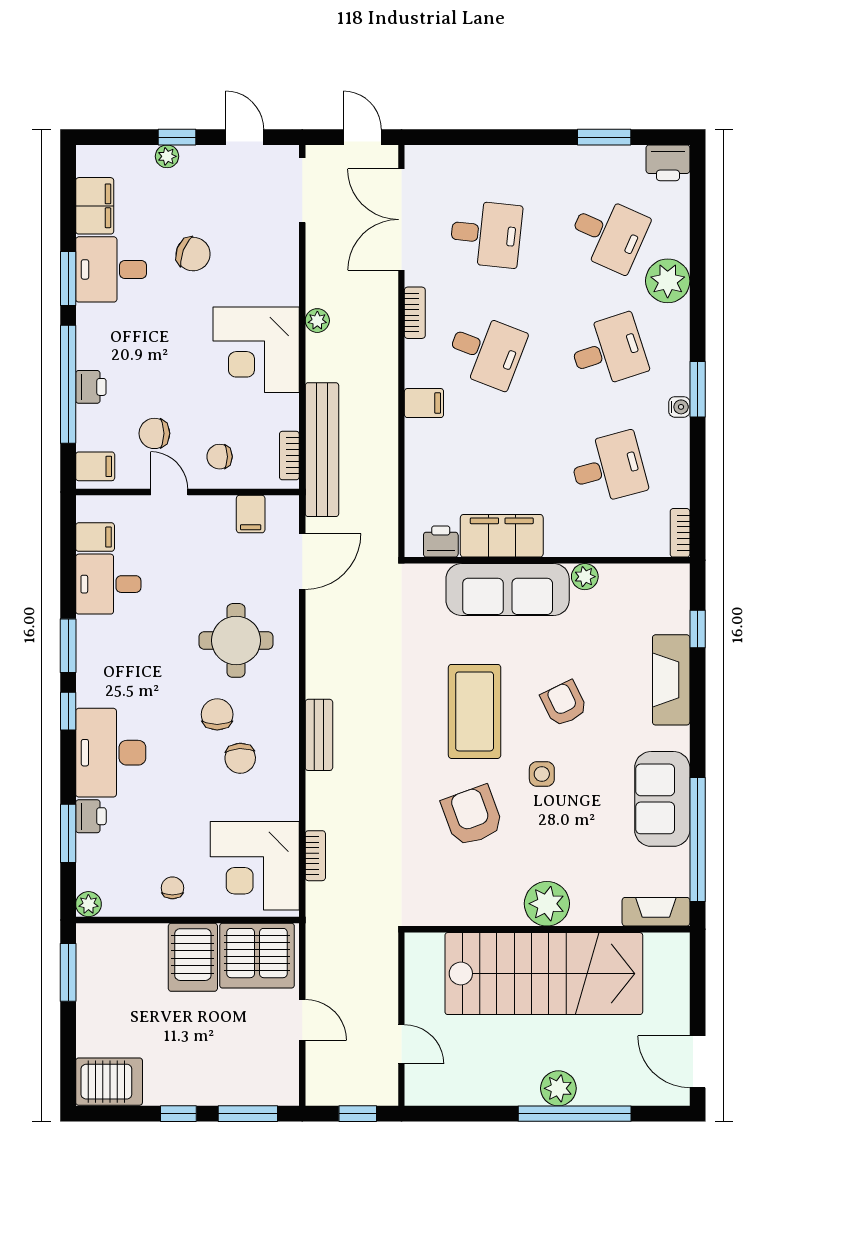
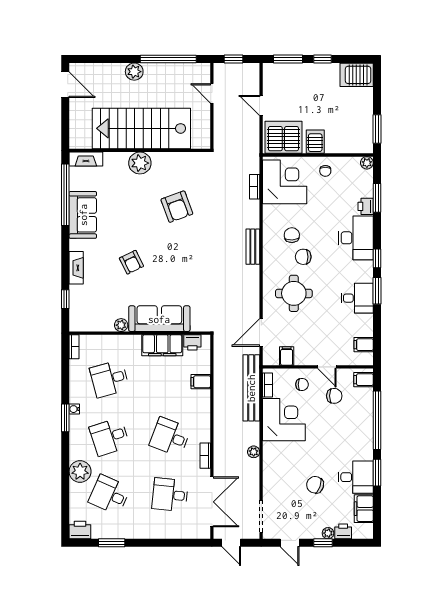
corner desk: (256, 350) -> (284, 420), moved
printer: (91, 387) -> (343, 531), moved, turned 90
filing cabinet: (424, 403) -> (201, 382), moved
desk: (108, 584) -> (357, 298), moved
fireplace: (671, 680) -> (76, 268), width x0.73, depth x0.76
coffee table: (475, 711) -> (176, 258), removed
chair: (217, 714) -> (303, 257), turned 90
side table: (542, 774) -> (142, 227), removed
server rack: (193, 957) -> (315, 142), width x0.73, depth x0.70
window: (575, 1114) -> (168, 59), moved

